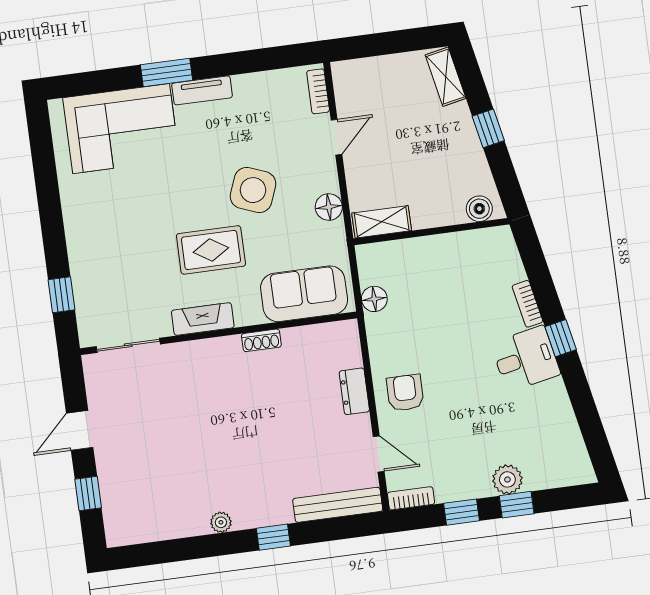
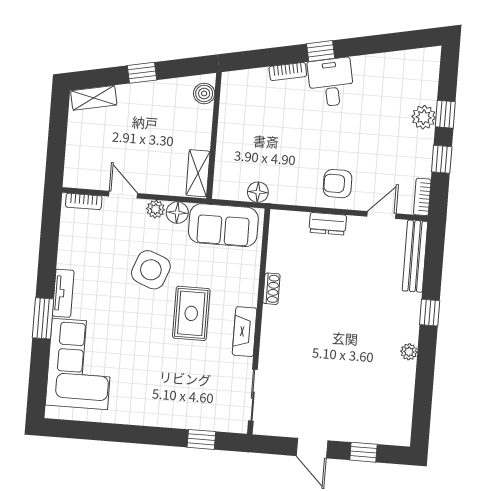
plant: (327, 180) -> (156, 209), added
sofa: (304, 294) -> (223, 225), moved, turned -90

